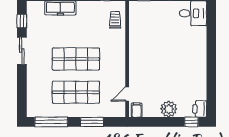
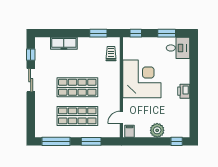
corner desk: (151, 49) -> (142, 79), added
printer: (200, 109) -> (184, 91), moved

